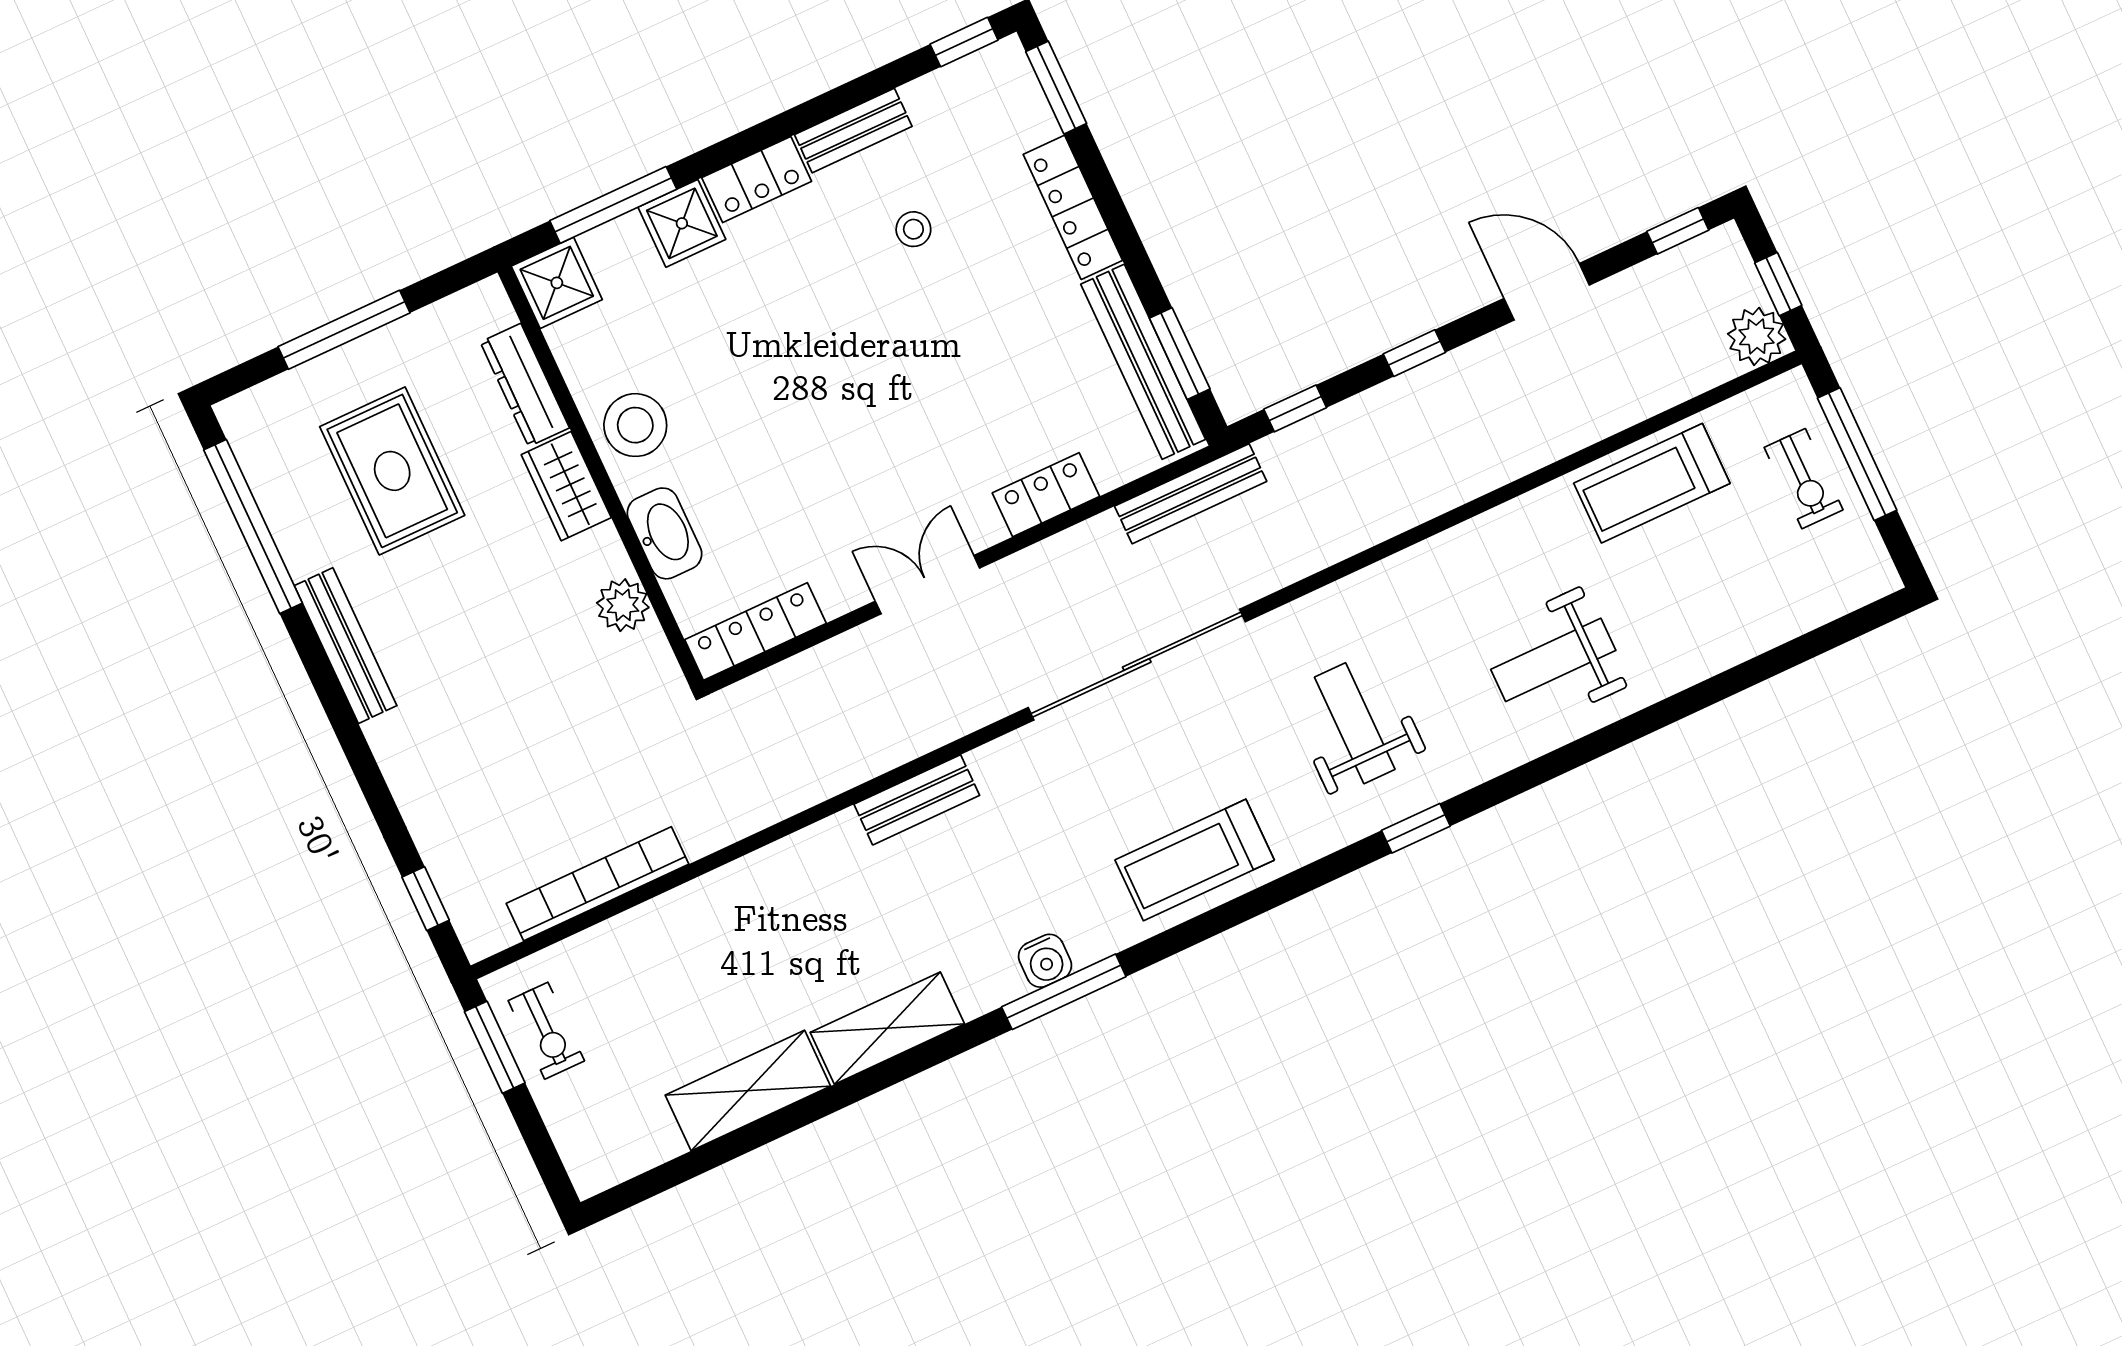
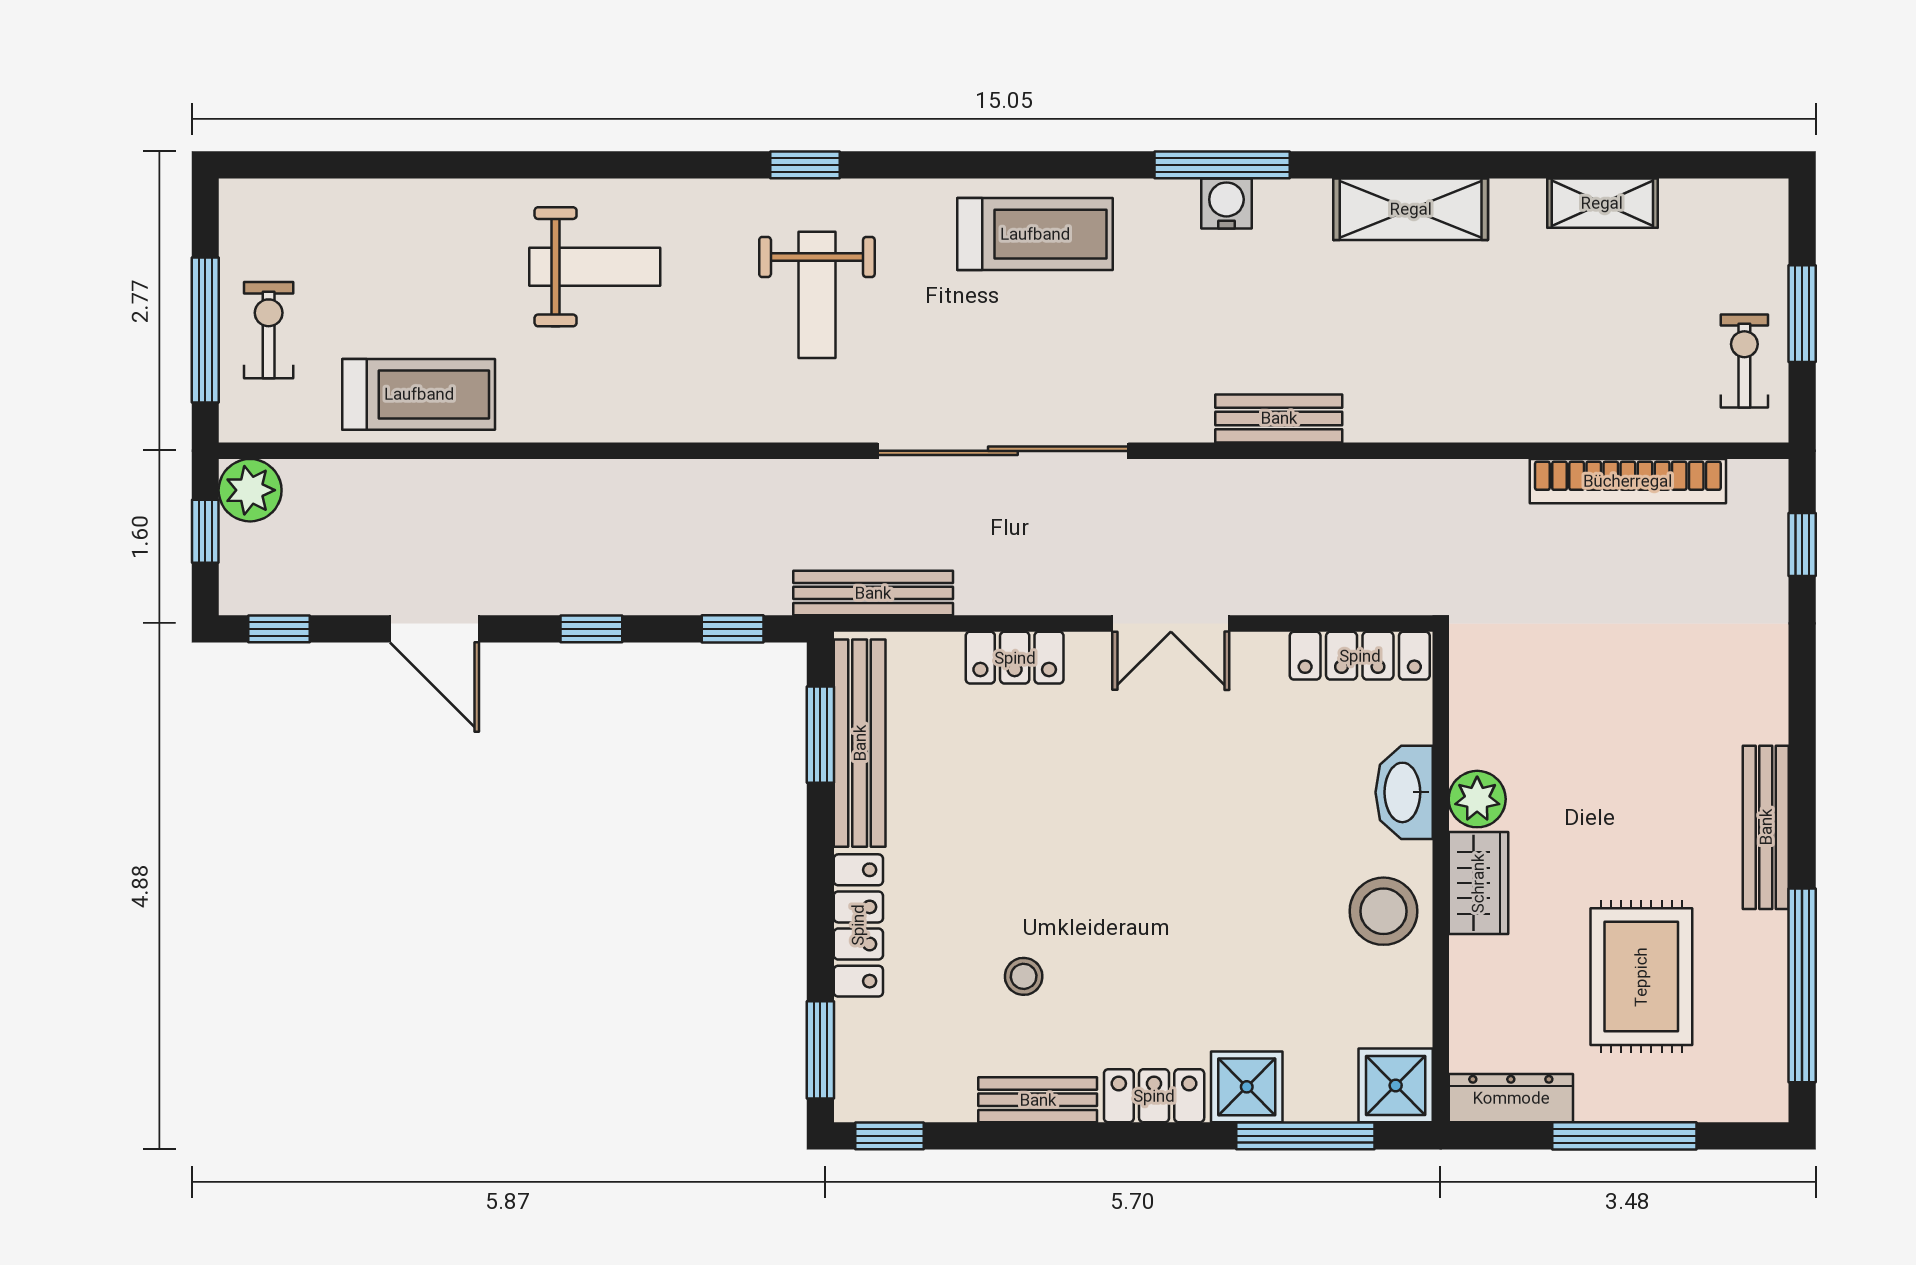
dresser: (525, 385) -> (1511, 1098), moved, turned -90
plant: (623, 605) -> (1477, 799), moved
window: (495, 1047) -> (1802, 314), moved
shelving: (748, 1091) -> (1602, 203), width x0.67, depth x0.75

